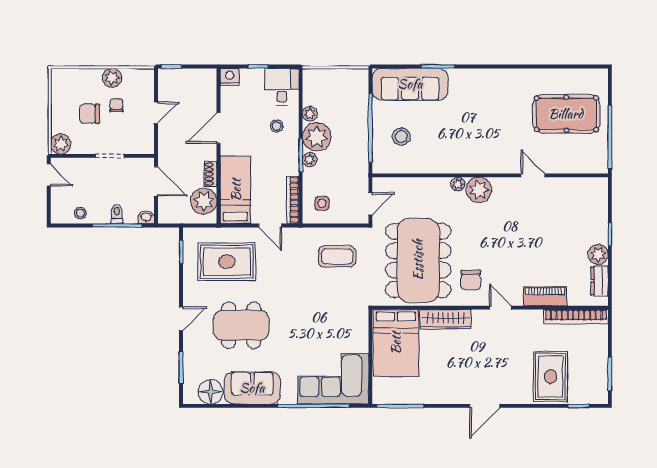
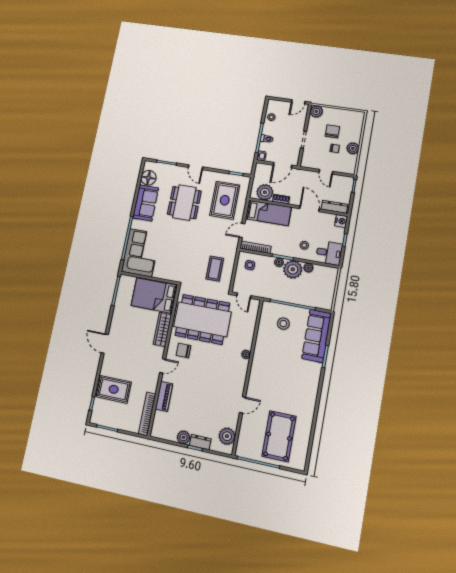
dresser: (209, 91) -> (334, 207), added
plant: (479, 190) -> (227, 436), moved
dresser: (599, 281) -> (200, 442), moved

